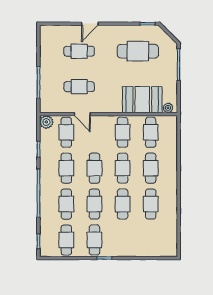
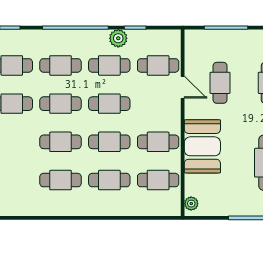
booth: (142, 100) -> (202, 146), moved
door: (82, 114) -> (183, 87), swing flipped
plant: (46, 122) -> (118, 38), moved

